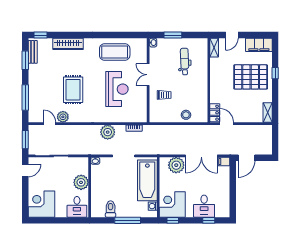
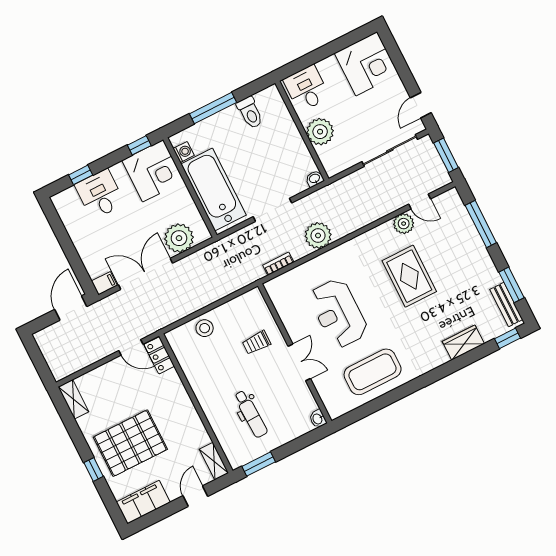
window: (173, 35) -> (259, 464), moved
wardrobe: (68, 44) -> (463, 343), width x0.67

